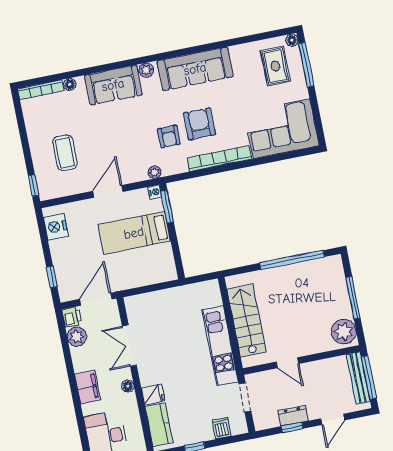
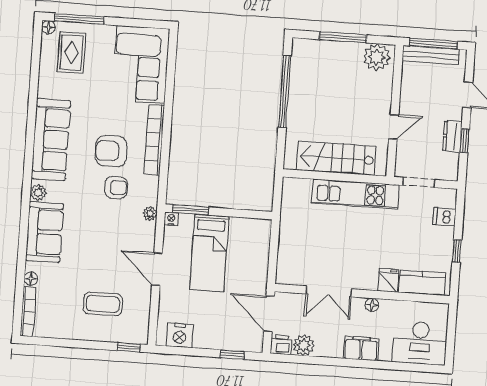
rug: (275, 66) -> (72, 53), turned 90

